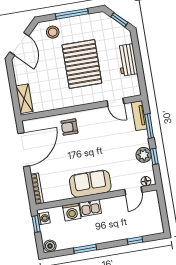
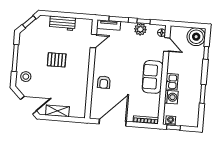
pallet: (82, 64) -> (57, 60), width x0.49, depth x0.50
shelving: (24, 99) -> (57, 111), moved
door: (24, 150) -> (113, 123), hinge flipped
boiler: (50, 246) -> (196, 37), moved, width x1.86, depth x1.86

